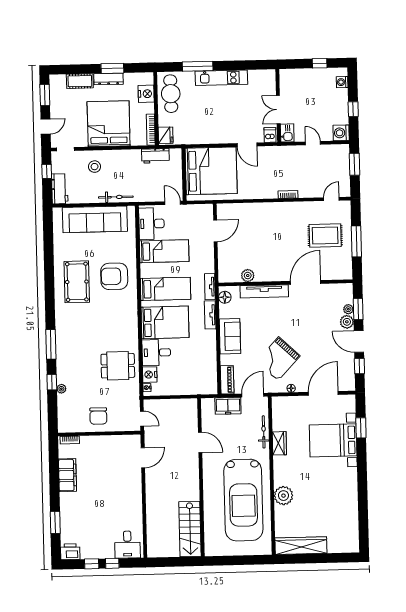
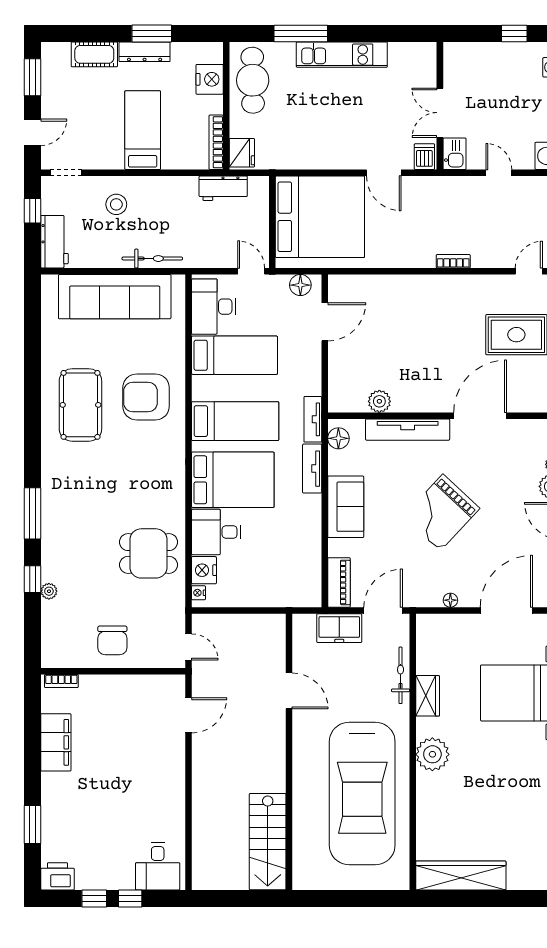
bed: (109, 124) -> (143, 130), width x0.49
floor lamp: (201, 210) -> (300, 285), added
grand piano: (278, 359) -> (442, 512), moved
plant: (283, 496) -> (432, 754), moved

